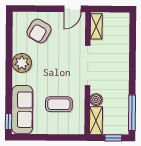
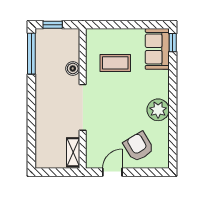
door: (72, 9) -> (112, 172), moved
armchair: (39, 31) -> (139, 147), turned -61
sofa: (22, 110) -> (157, 49), width x0.73
shelving: (96, 121) -> (73, 44), removed

